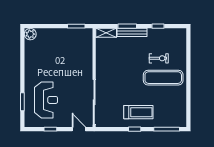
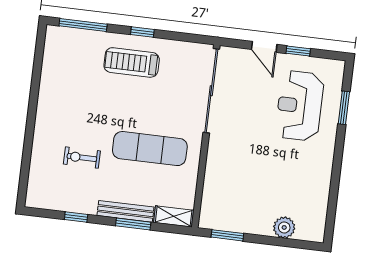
plant: (30, 34) -> (284, 227), moved
exercise mat: (163, 78) -> (150, 149), moved
door: (79, 129) -> (264, 47), moved

